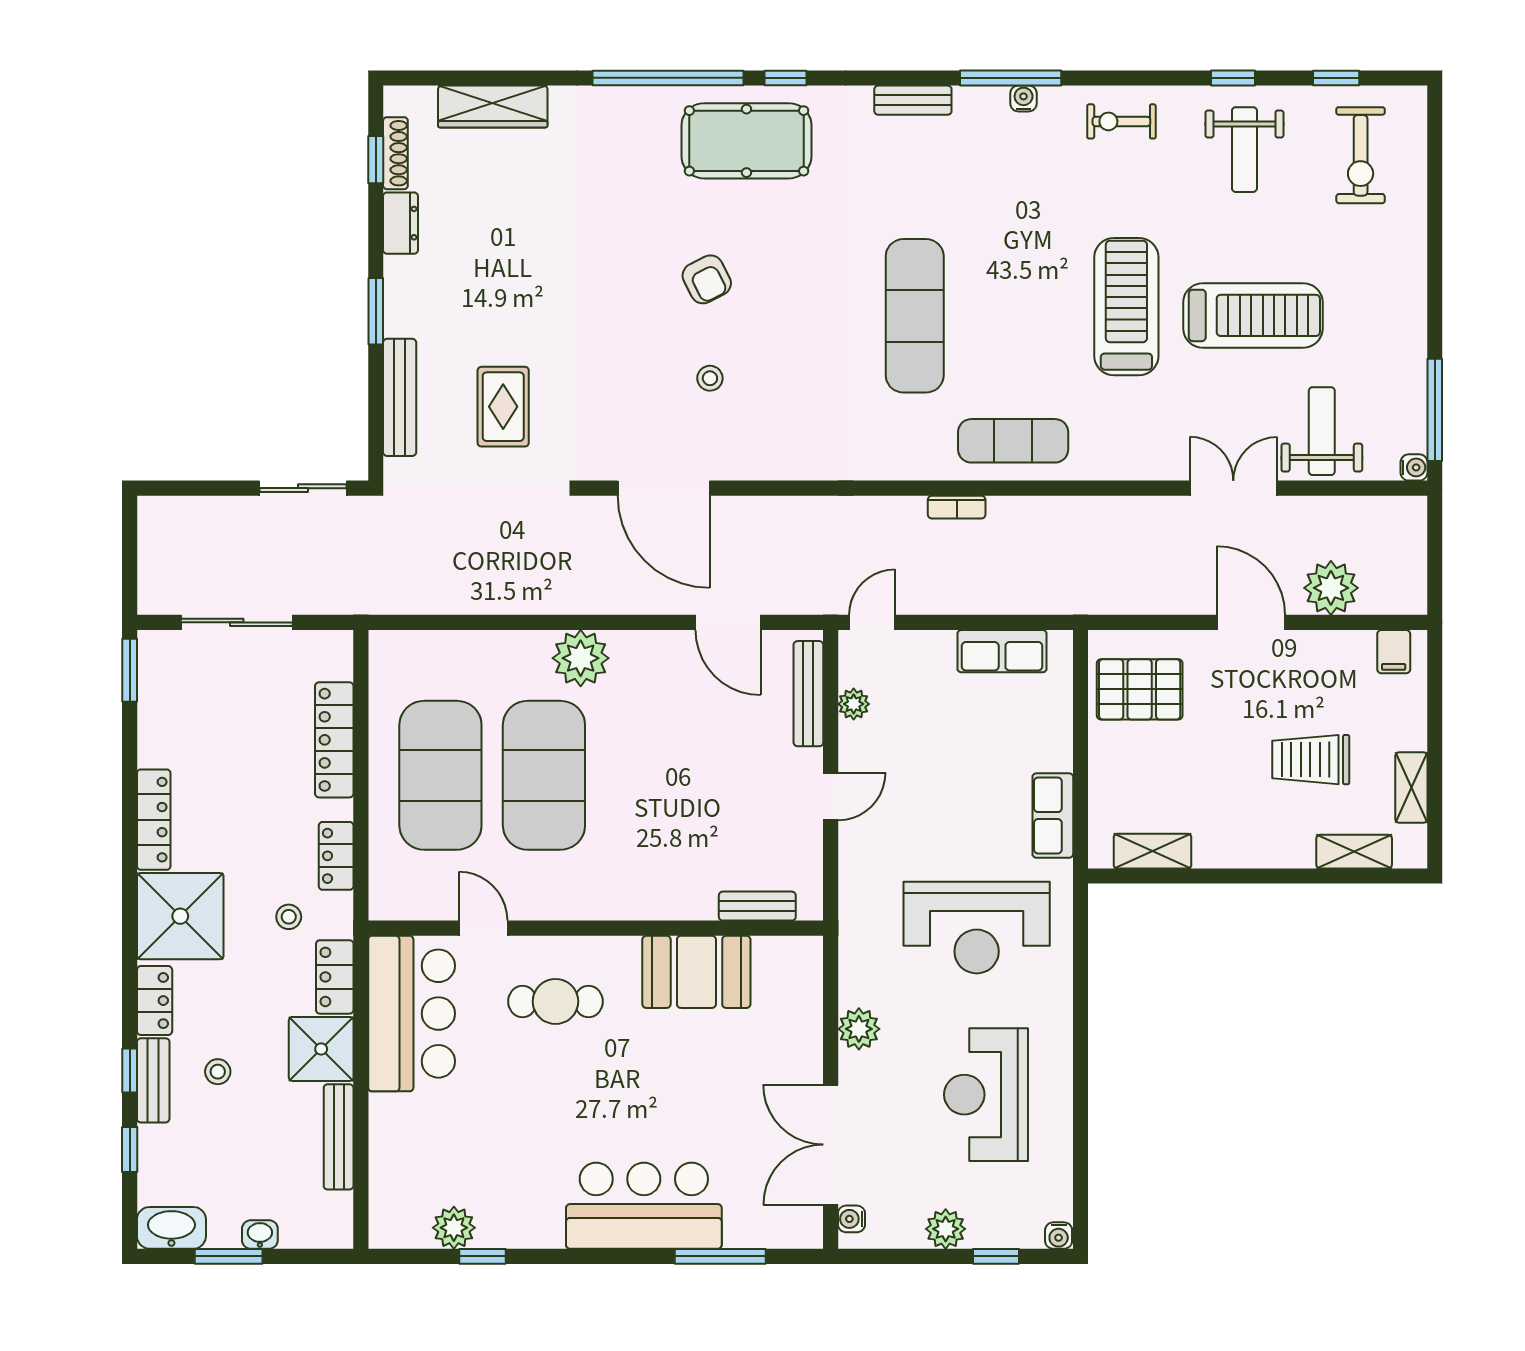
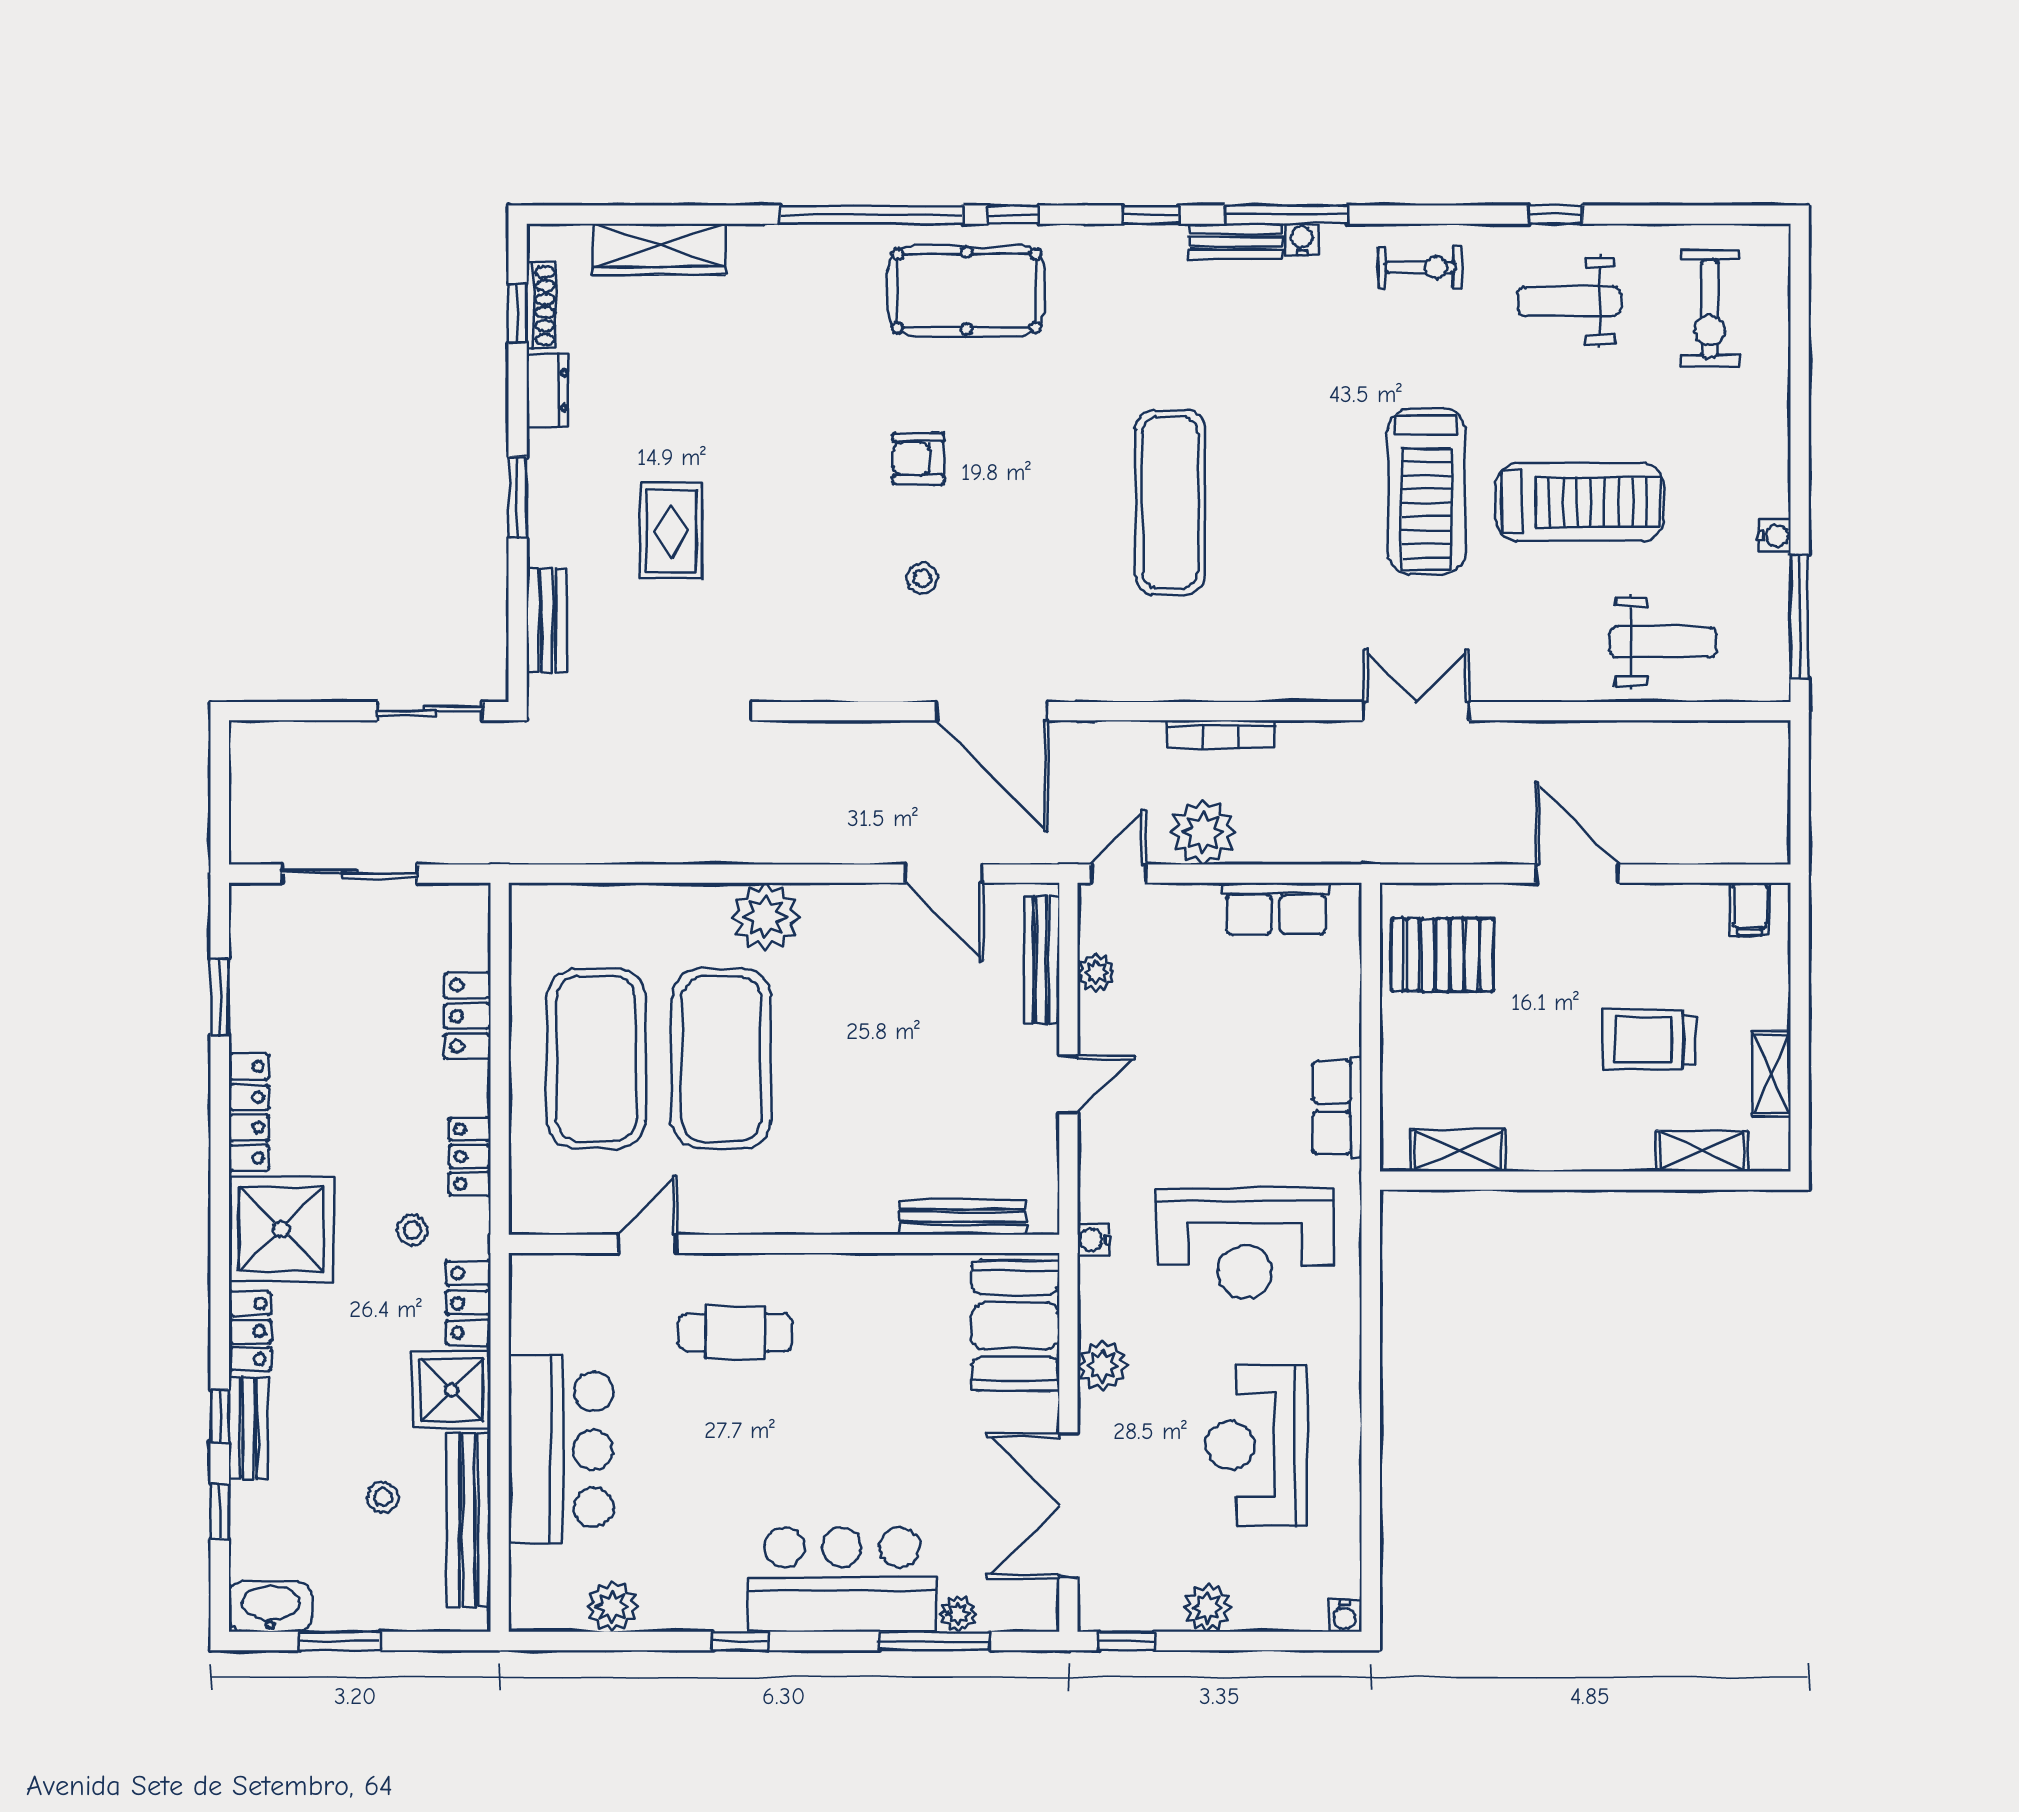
window: (1336, 78) -> (1151, 215), moved
bench: (913, 100) -> (1236, 242), moved
exercise bike: (1121, 121) -> (1420, 267), turned 180
weight bench: (1244, 150) -> (1569, 301), turned 90
armchair: (707, 279) -> (918, 458), turned 117
treadmill: (1126, 307) -> (1426, 491), turned 180
bench: (400, 397) -> (547, 620), width x0.73
rug: (503, 407) -> (671, 531), moved
weight bench: (1322, 431) -> (1663, 642), turned 90
exercise mat: (1013, 441) -> (1289, 654), removed
water cooler: (1414, 467) -> (1774, 536), moved
door: (664, 488) -> (992, 711), moved
double door: (1233, 488) -> (1416, 711), moved
bookcase: (957, 507) -> (1221, 734), width x1.56
plant: (1331, 588) -> (1203, 832), moved
window: (130, 670) -> (220, 997), moved
locker: (334, 740) -> (467, 1016), width x0.66
bench: (757, 906) -> (963, 1217), width x1.36
door: (483, 928) -> (648, 1244), hinge flipped
booth: (696, 972) -> (1015, 1326), moved, turned 90
bar counter: (412, 1014) -> (561, 1450), moved
stool: (218, 1072) -> (383, 1497), moved
bench: (339, 1137) -> (469, 1520), width x1.37, depth x1.21
water cooler: (852, 1219) -> (1094, 1240), moved
plant: (739, 1234) -> (958, 1614), added
washbasin: (260, 1235) -> (377, 1615), removed
window: (482, 1256) -> (740, 1641), moved
window: (996, 1256) -> (1127, 1641), moved

